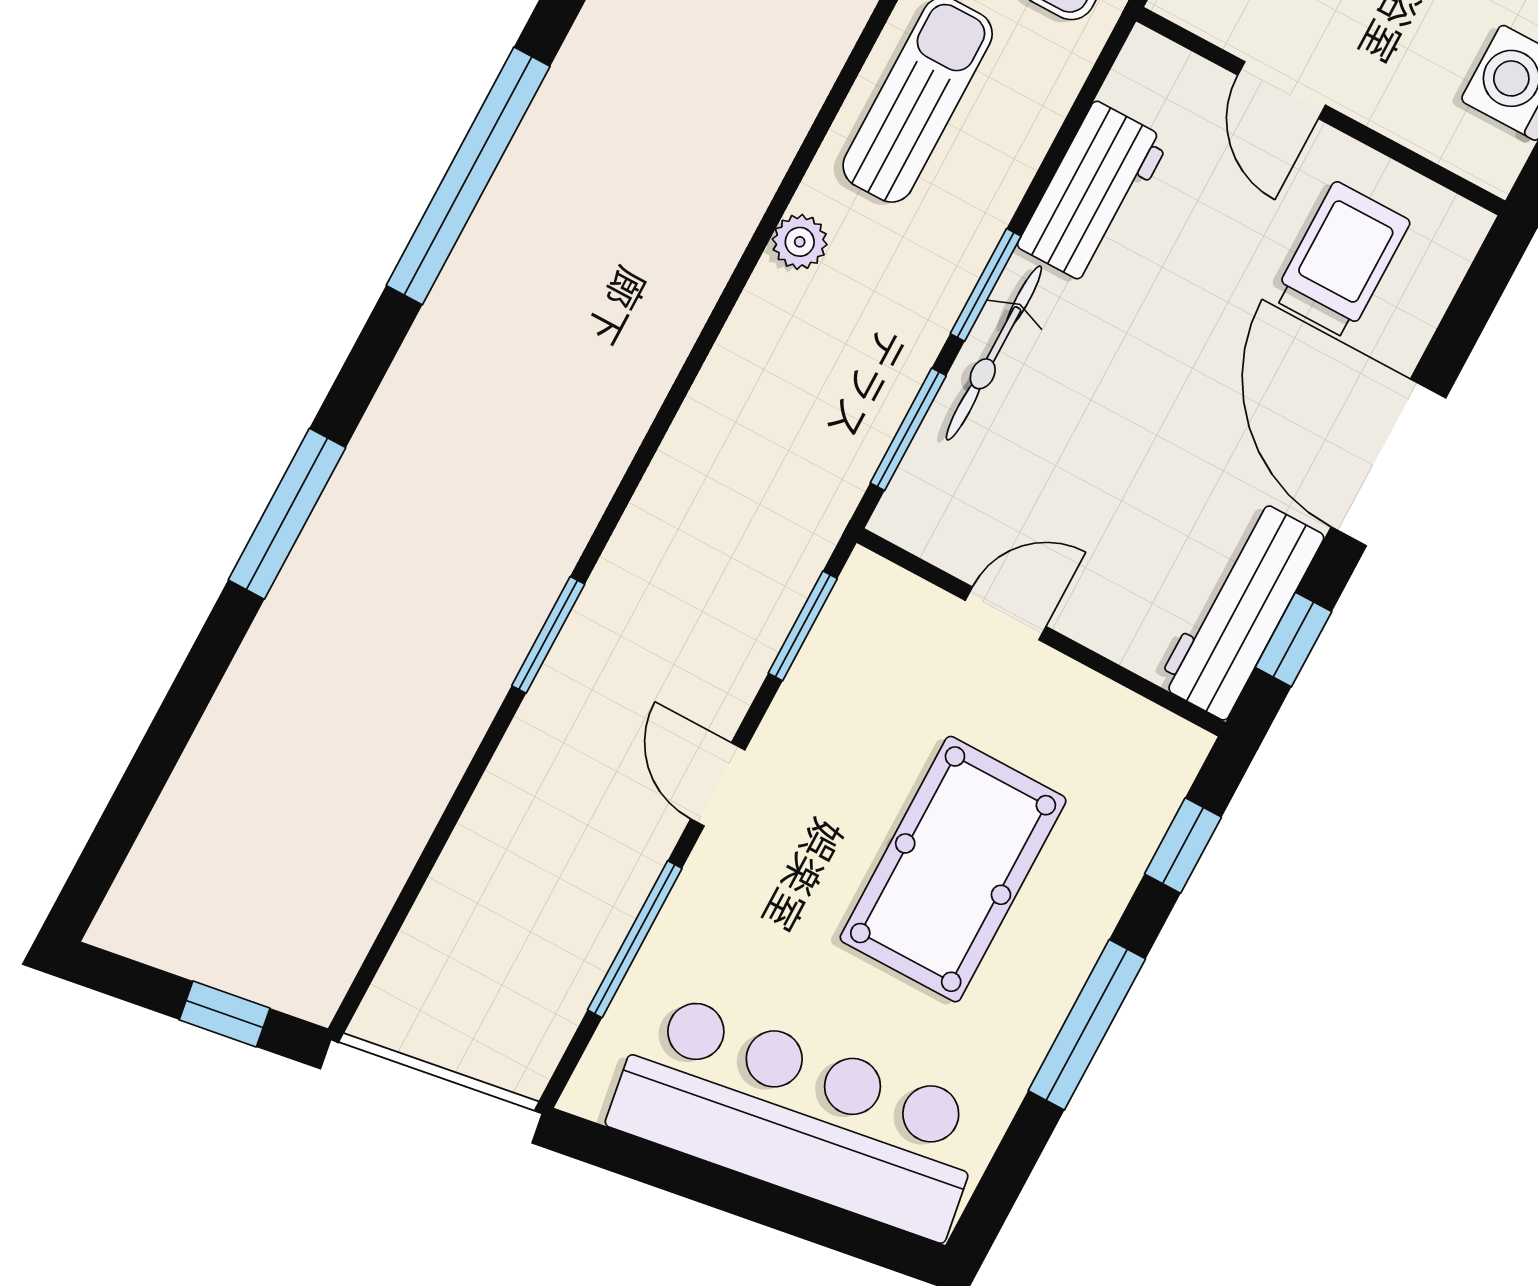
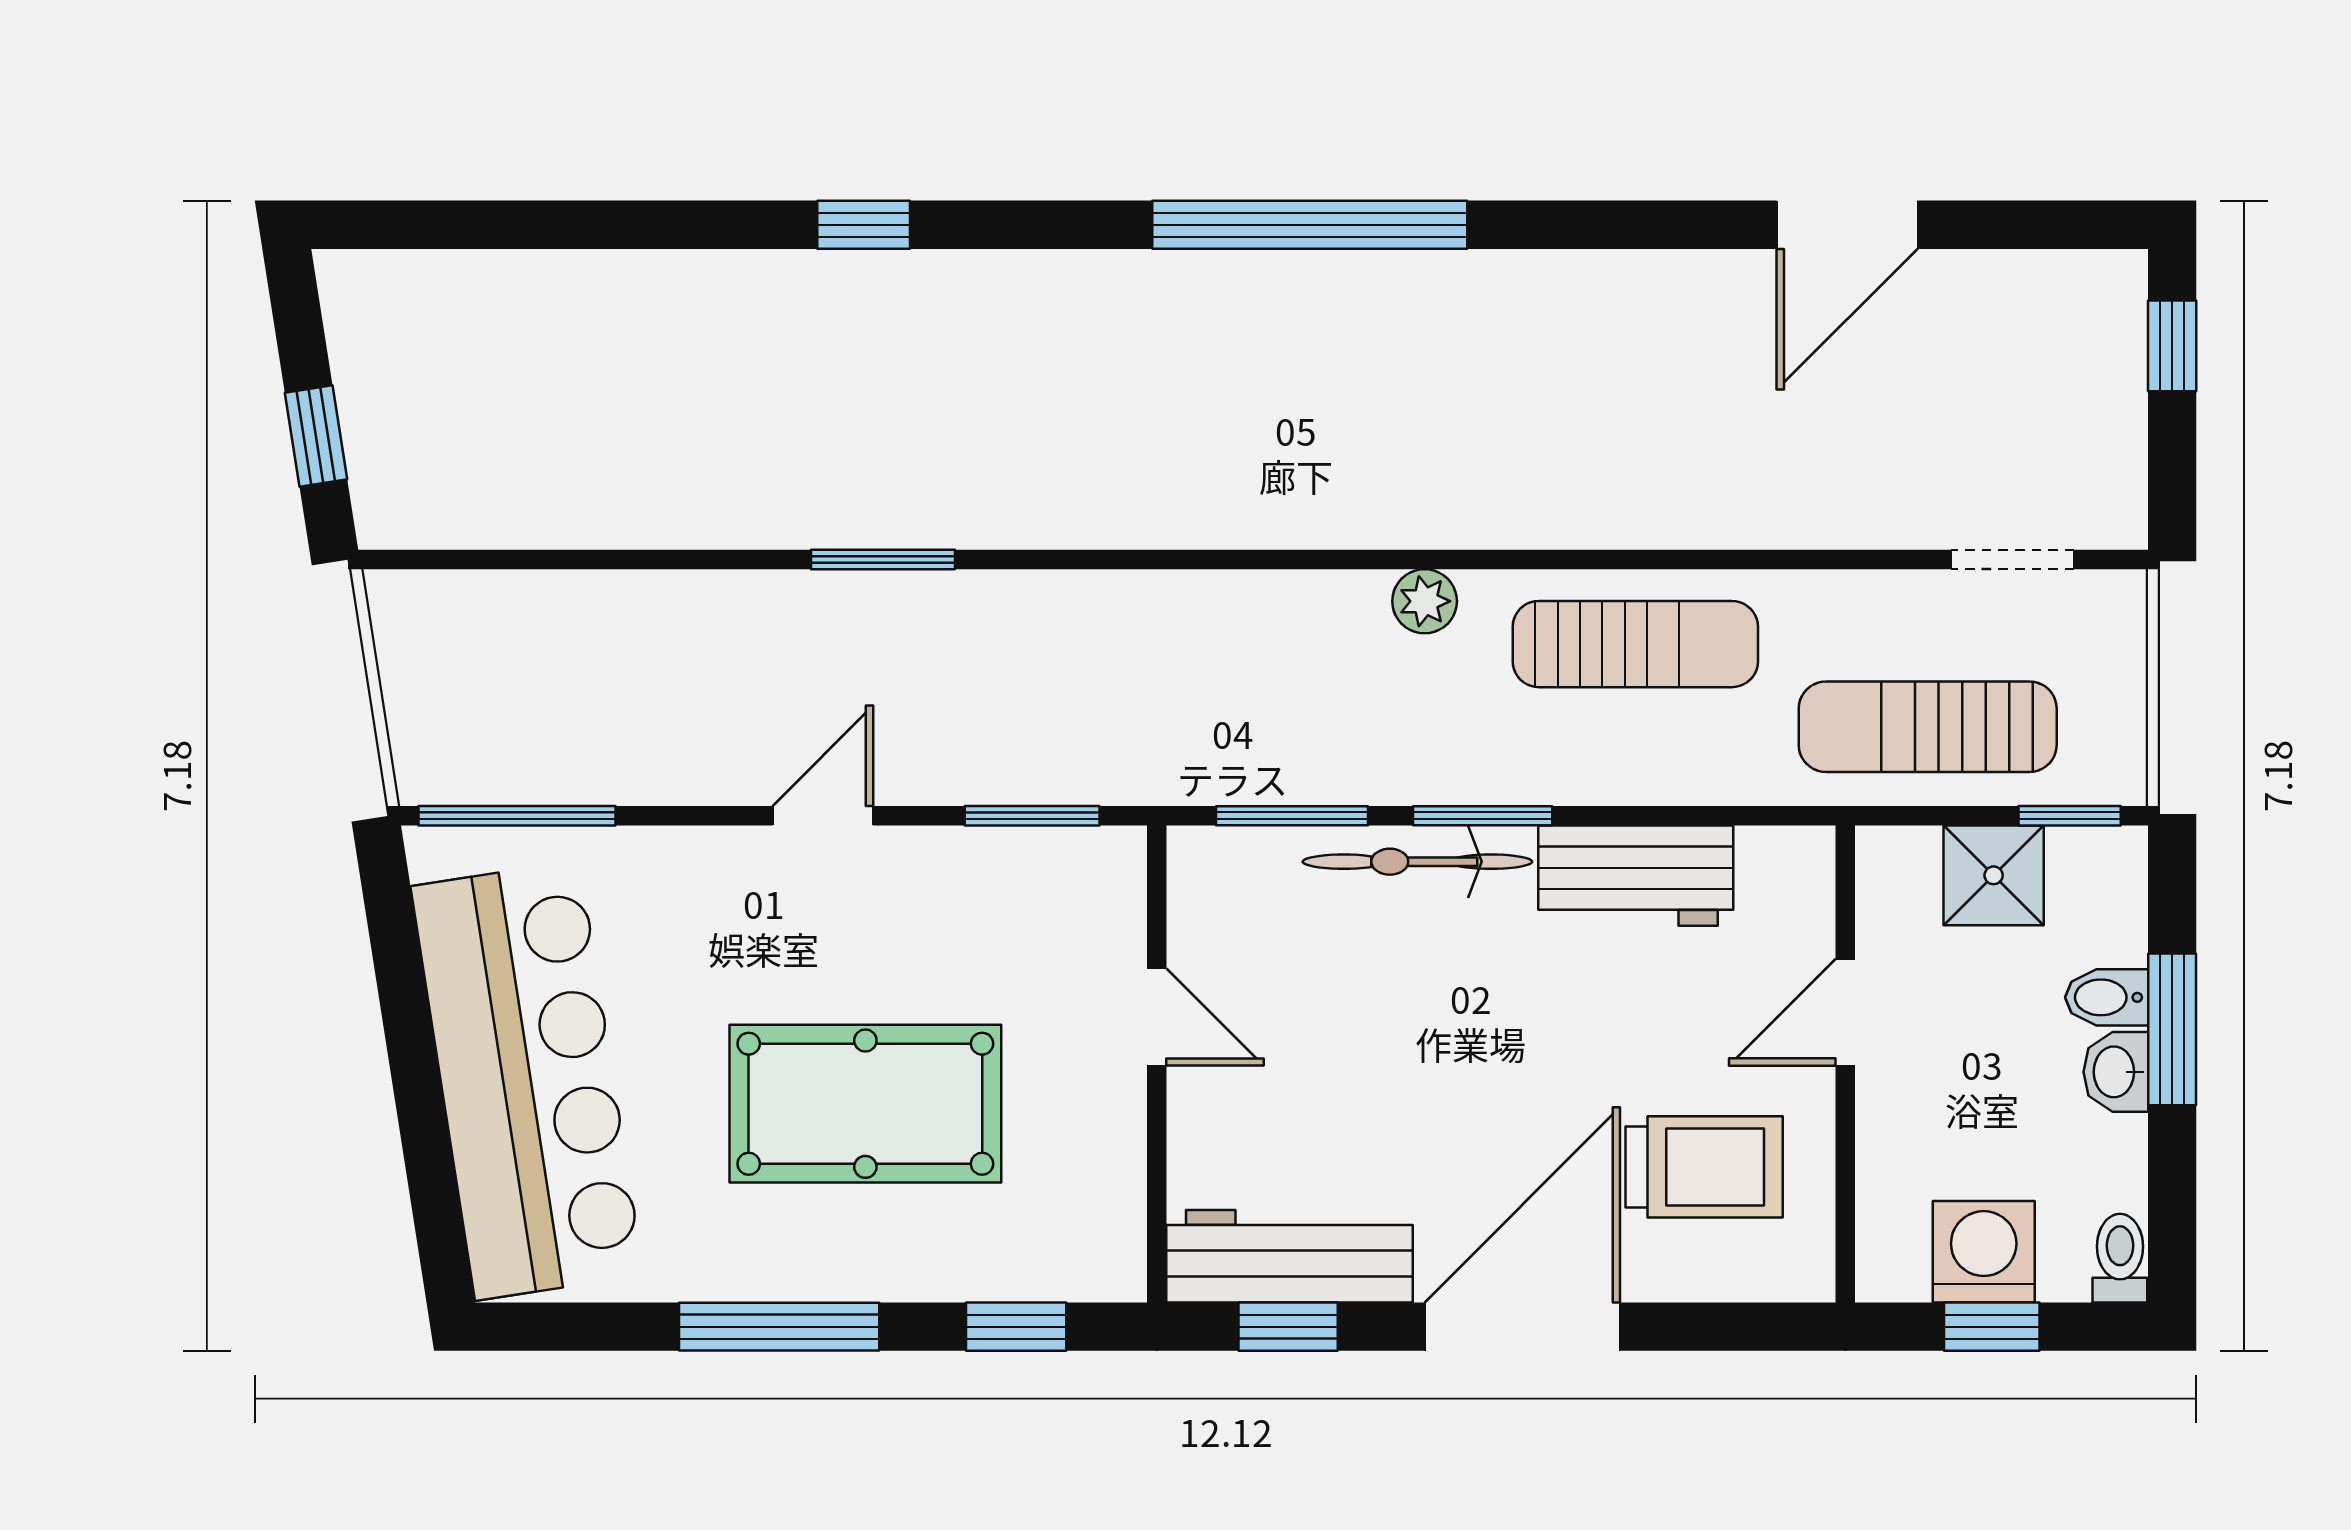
window: (287, 514) -> (864, 225), width x0.46
window: (635, 939) -> (517, 816), moved

